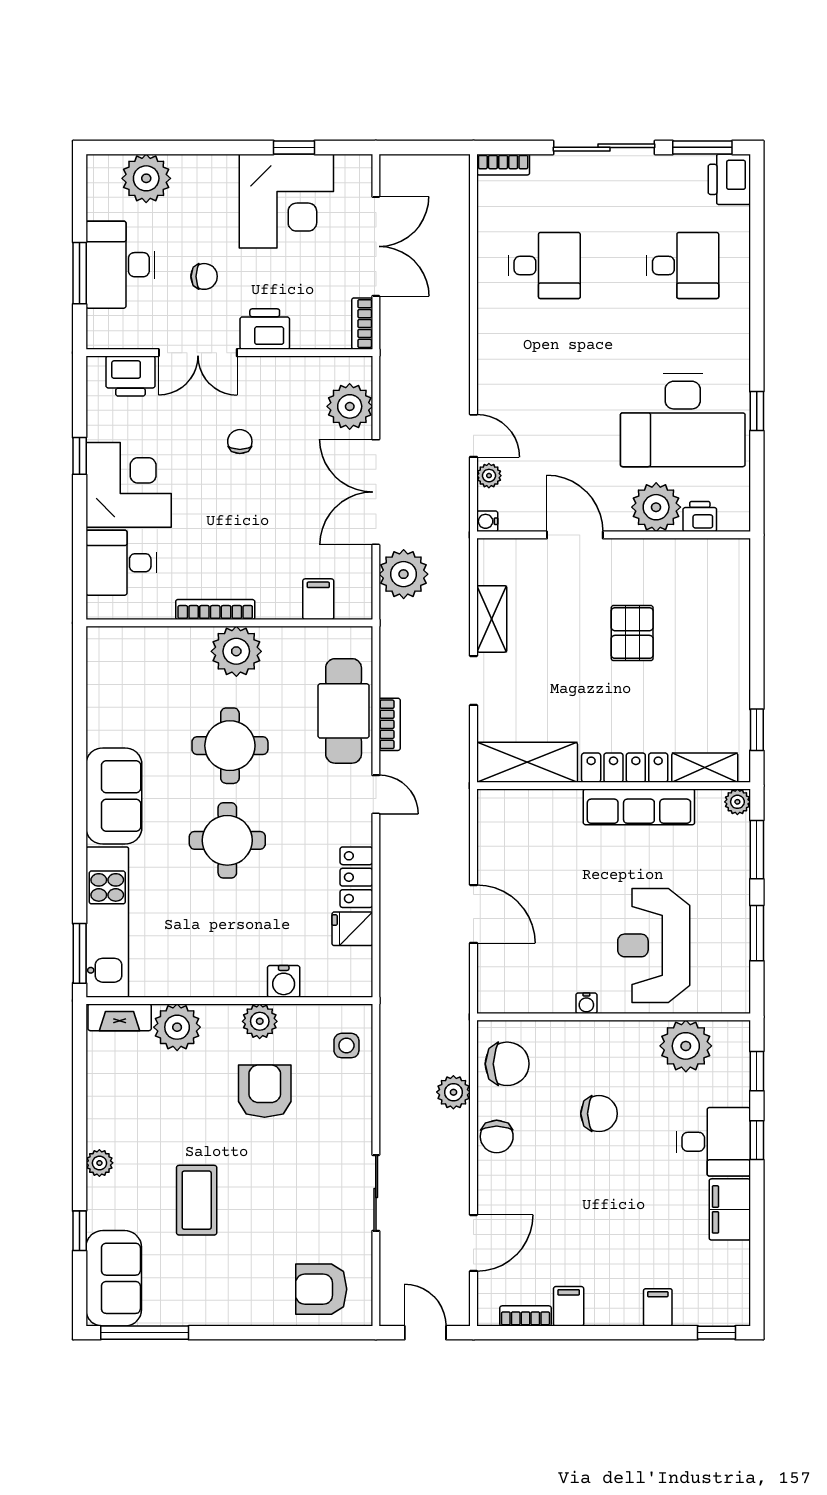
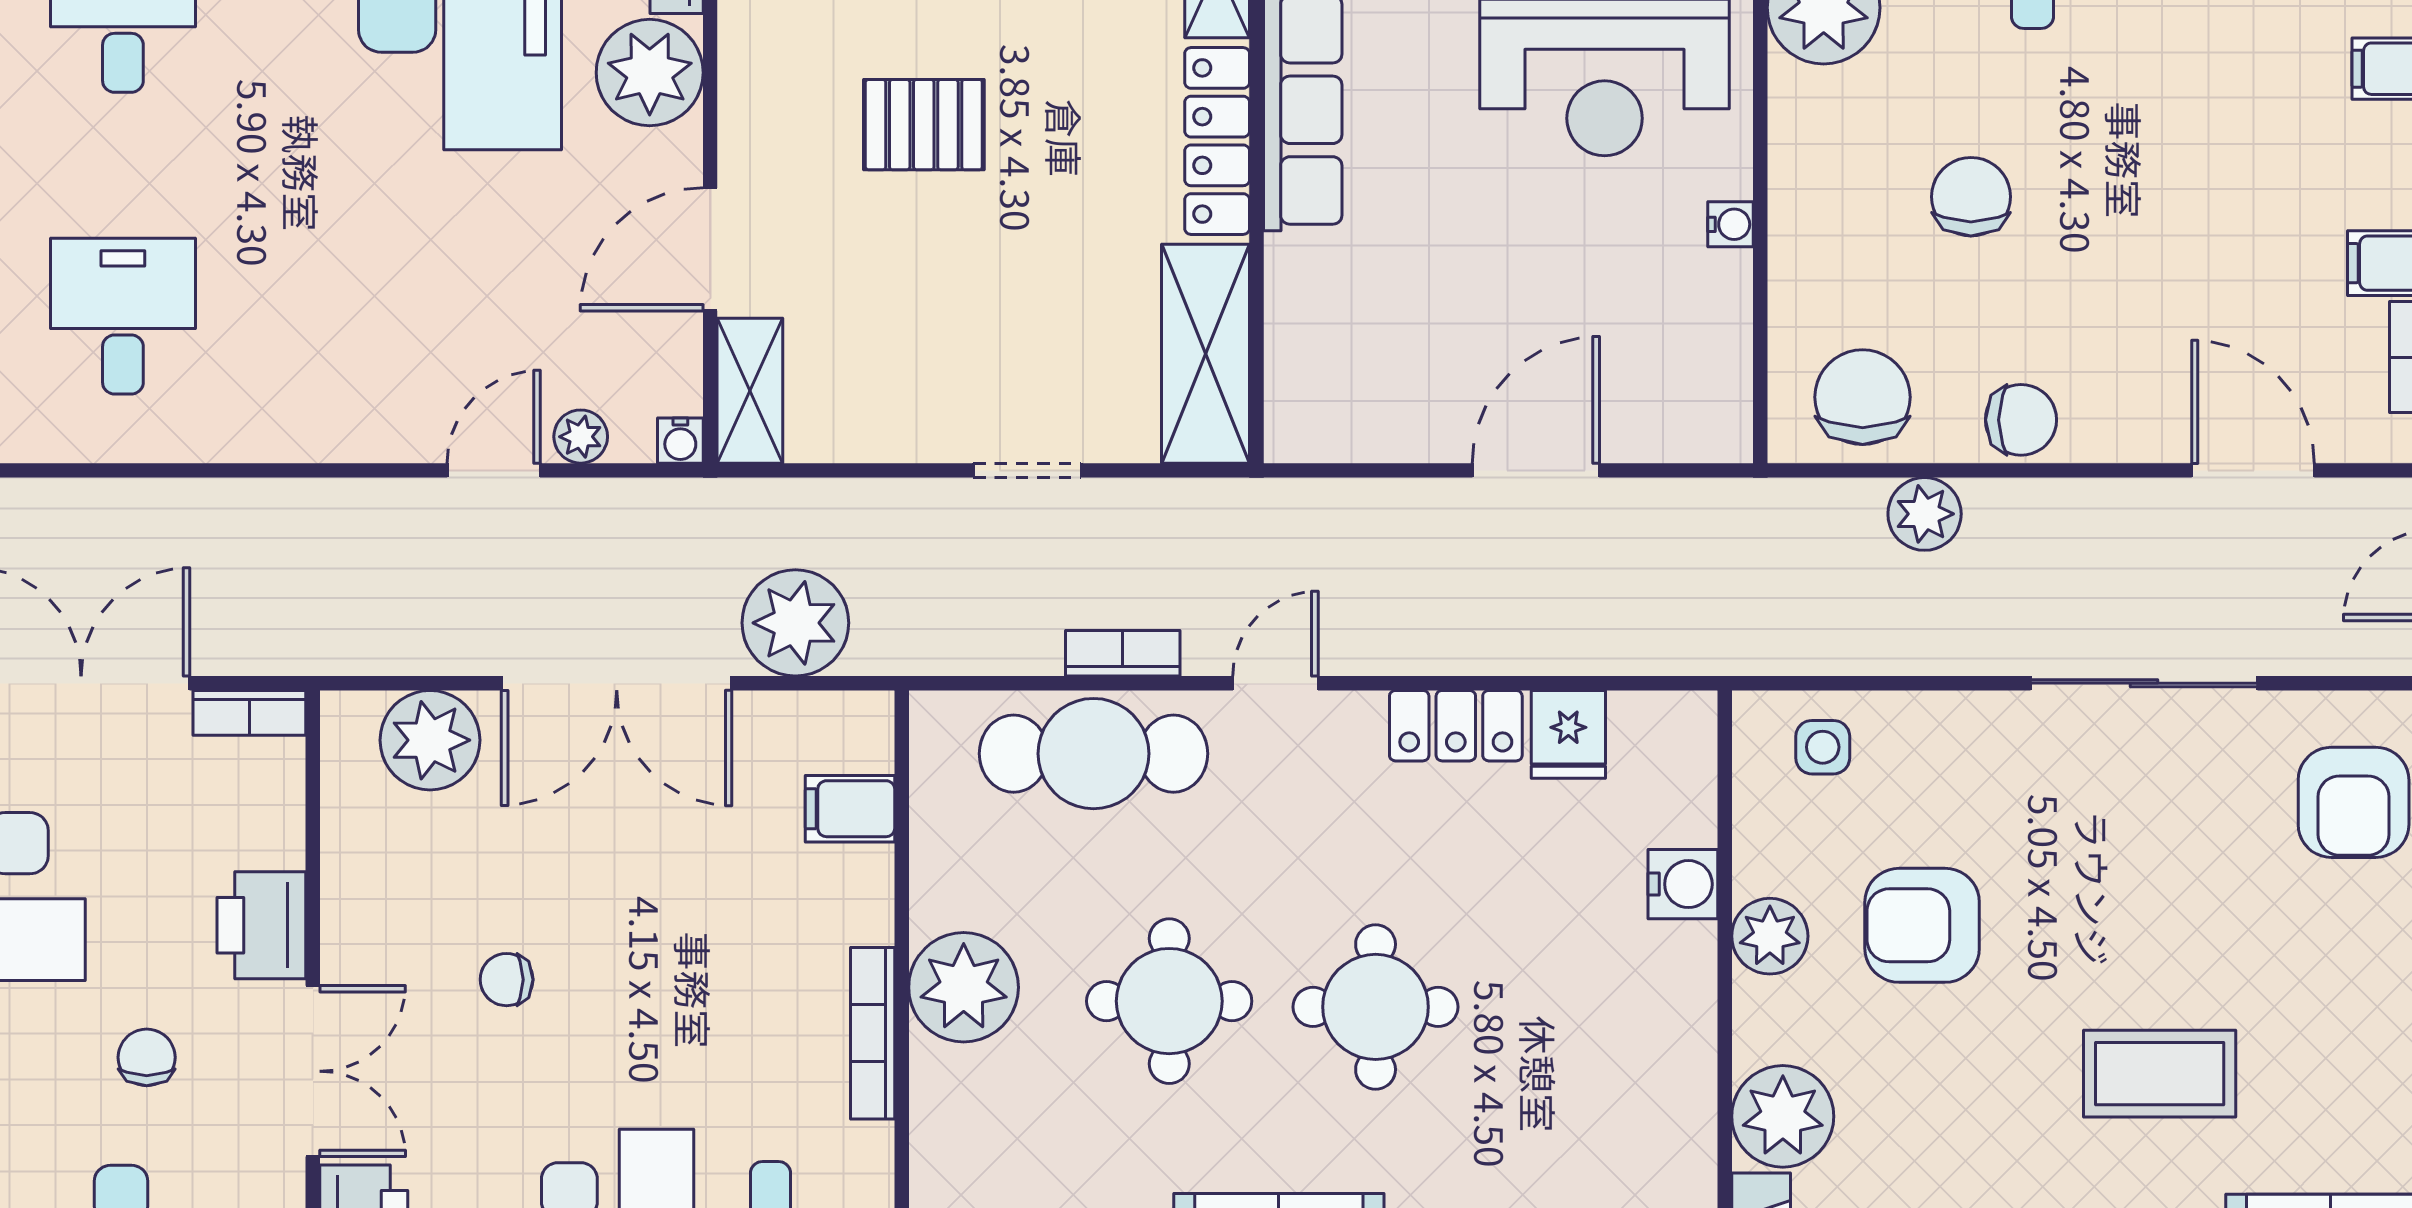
shelving: (492, 619) -> (750, 391), moved, turned 90
sliding door: (376, 1193) -> (2144, 683), width x1.37

